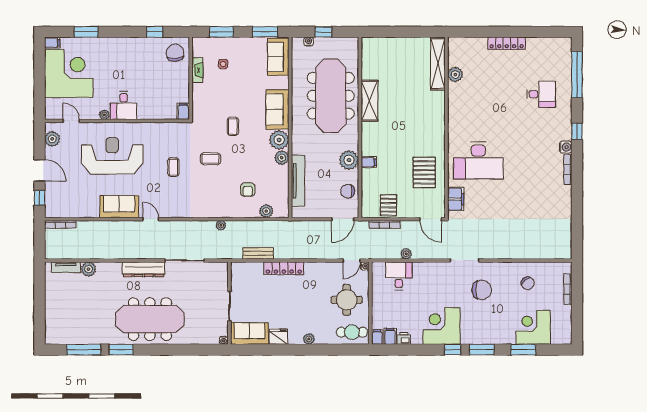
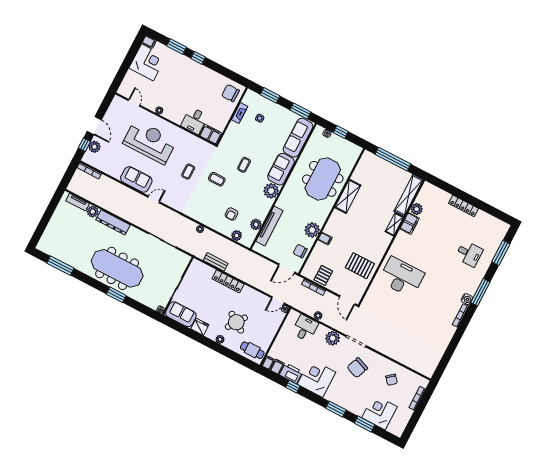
window: (155, 32) -> (198, 58), moved
window: (399, 32) -> (393, 159), added
chair: (175, 53) -> (230, 93), turned -86
sofa: (278, 57) -> (298, 138), width x1.36
corner desk: (69, 73) -> (147, 62), width x0.74, depth x0.74
window: (577, 74) -> (501, 253), width x0.68
meeting table: (331, 96) -> (323, 179), width x0.73
desk: (124, 105) -> (194, 121), moved
shelving: (439, 105) -> (394, 224), added
filing cabinet: (183, 111) -> (211, 134), width x2.00
window: (577, 131) -> (480, 292), width x2.17
plant: (52, 139) -> (94, 147), moved
plant: (282, 158) -> (256, 224), moved
desk: (478, 161) -> (402, 277), turned 180
pallet: (424, 172) -> (360, 266), turned 90
filing cabinet: (456, 199) -> (410, 223), moved
door: (151, 219) -> (154, 199), hinge flipped
dresser: (144, 269) -> (113, 222), moved
plant: (436, 271) -> (333, 338), added
chair: (482, 290) -> (357, 368), turned 111
round table: (347, 300) -> (236, 322), moved, turned 34
printer: (404, 338) -> (291, 373), width x1.87, depth x1.48
window: (121, 350) -> (116, 295), moved
window: (453, 350) -> (293, 387), moved

